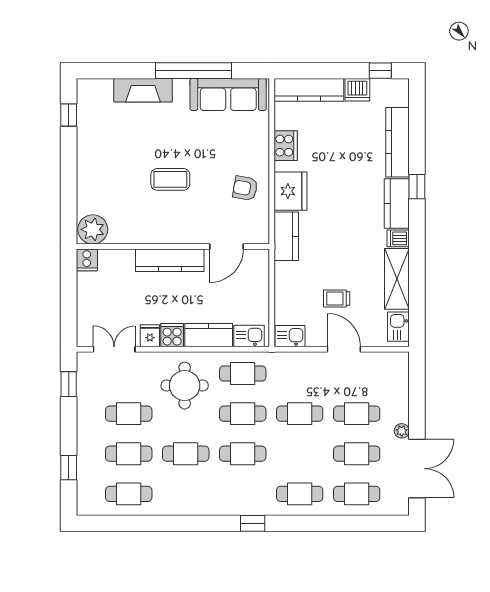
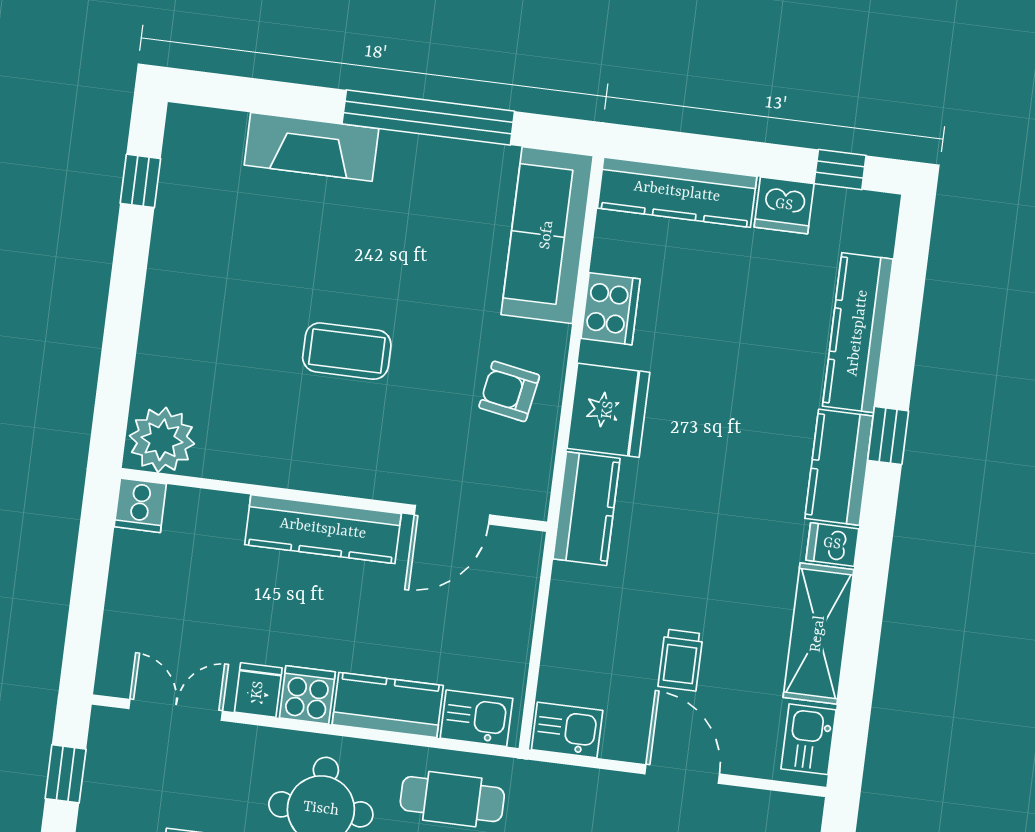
sofa: (228, 94) -> (547, 235), moved, turned 90
trolley: (337, 299) -> (680, 660), turned -90

